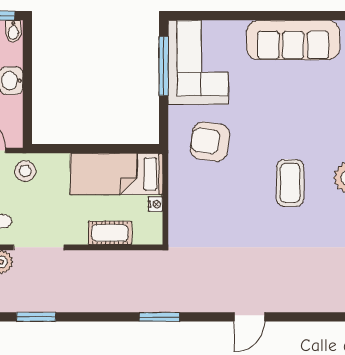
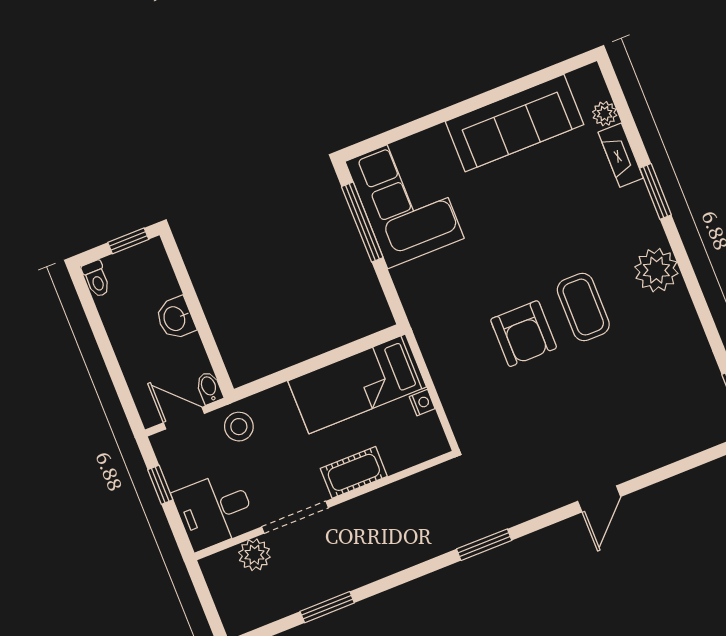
bidet: (13, 31) -> (209, 388), moved, turned 180
armchair: (210, 142) -> (524, 334), moved, turned -98
cot: (110, 233) -> (354, 472), moved

